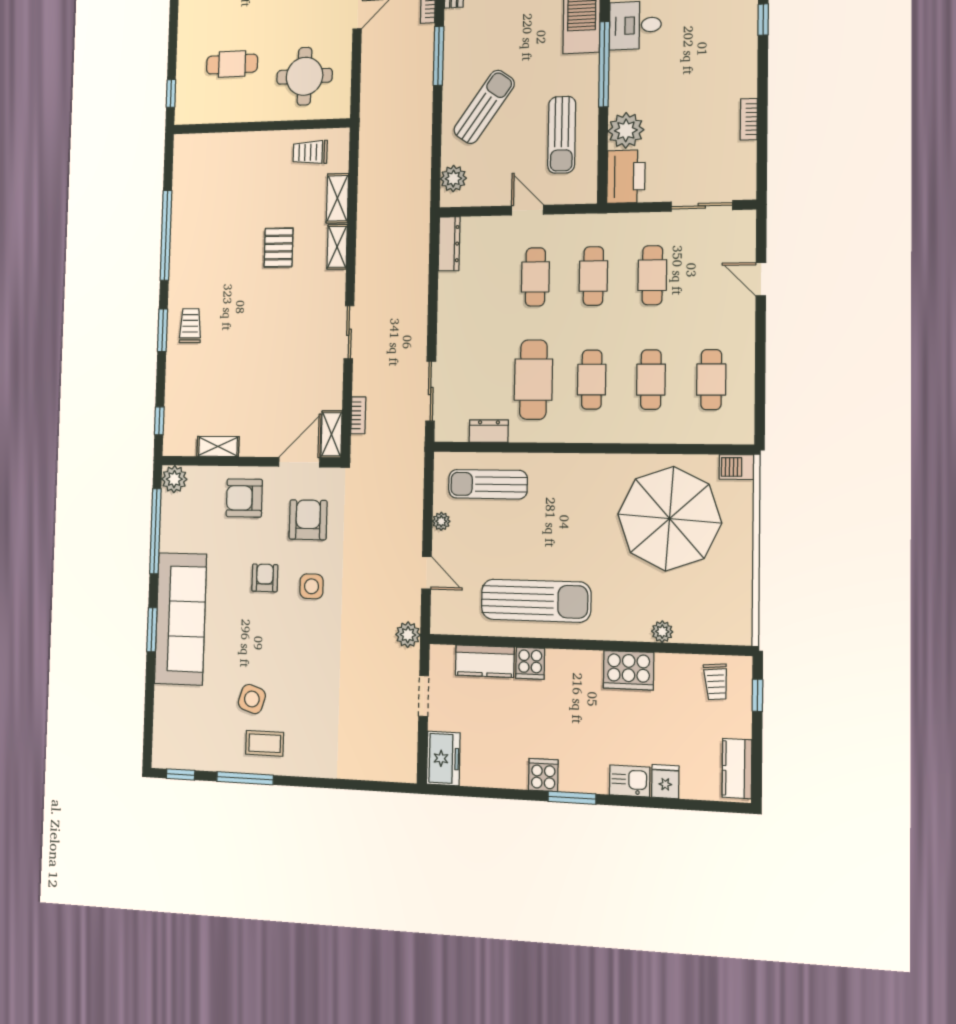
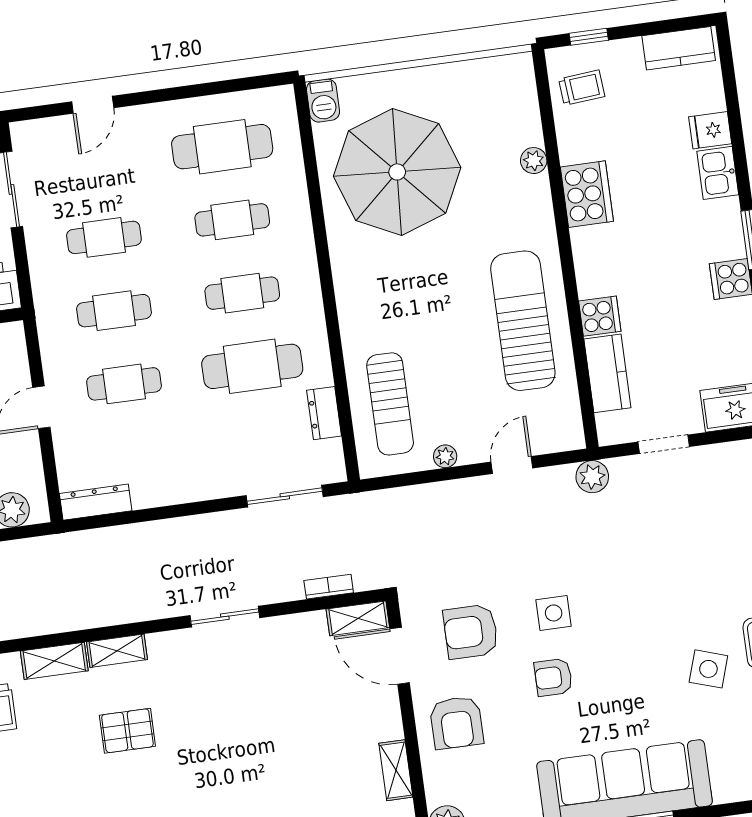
cafe table: (711, 380) -> (222, 147), width x1.37, depth x1.35

